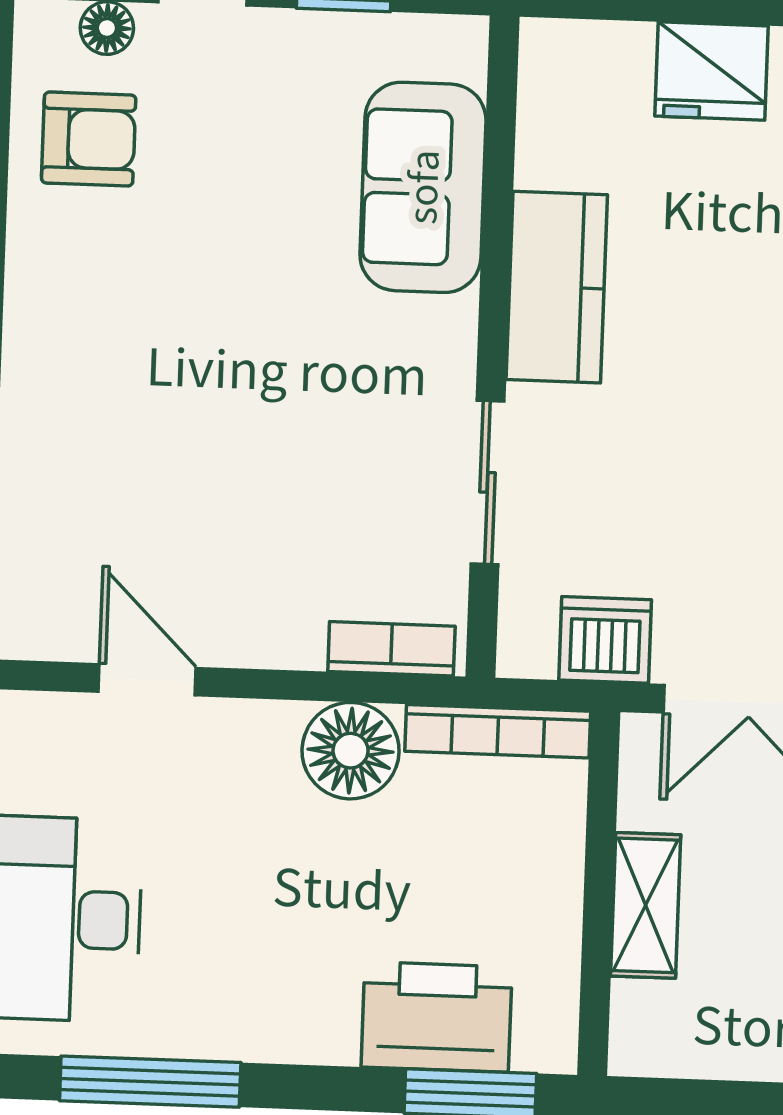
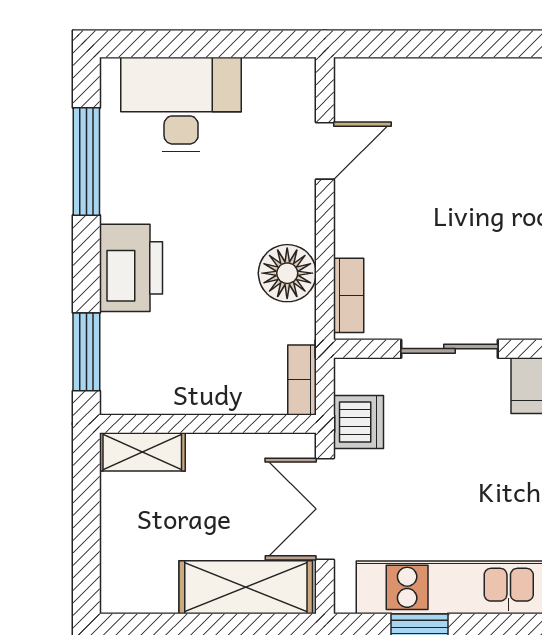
bookcase: (498, 731) -> (302, 380), width x0.64
shelving: (646, 905) -> (142, 452), moved
printer: (437, 1017) -> (131, 268), moved

